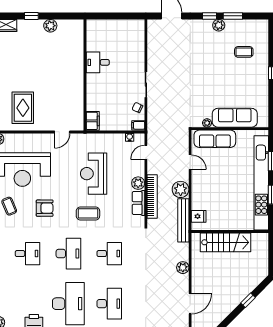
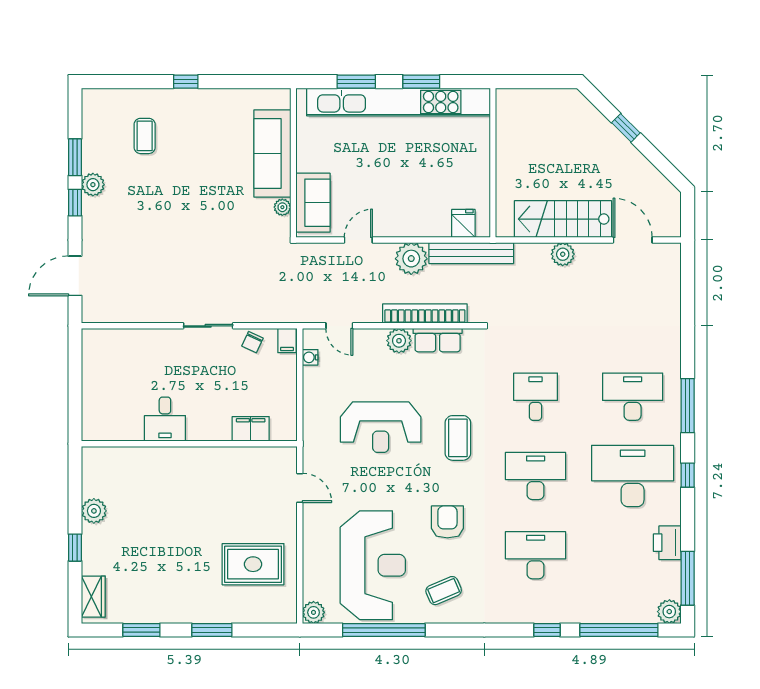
filing cabinet: (93, 121) -> (251, 429), moved
sofa: (215, 139) -> (313, 203), width x0.73
stairs: (226, 242) -> (563, 219), moved, turned -90
desk: (28, 254) -> (536, 555), width x1.37

